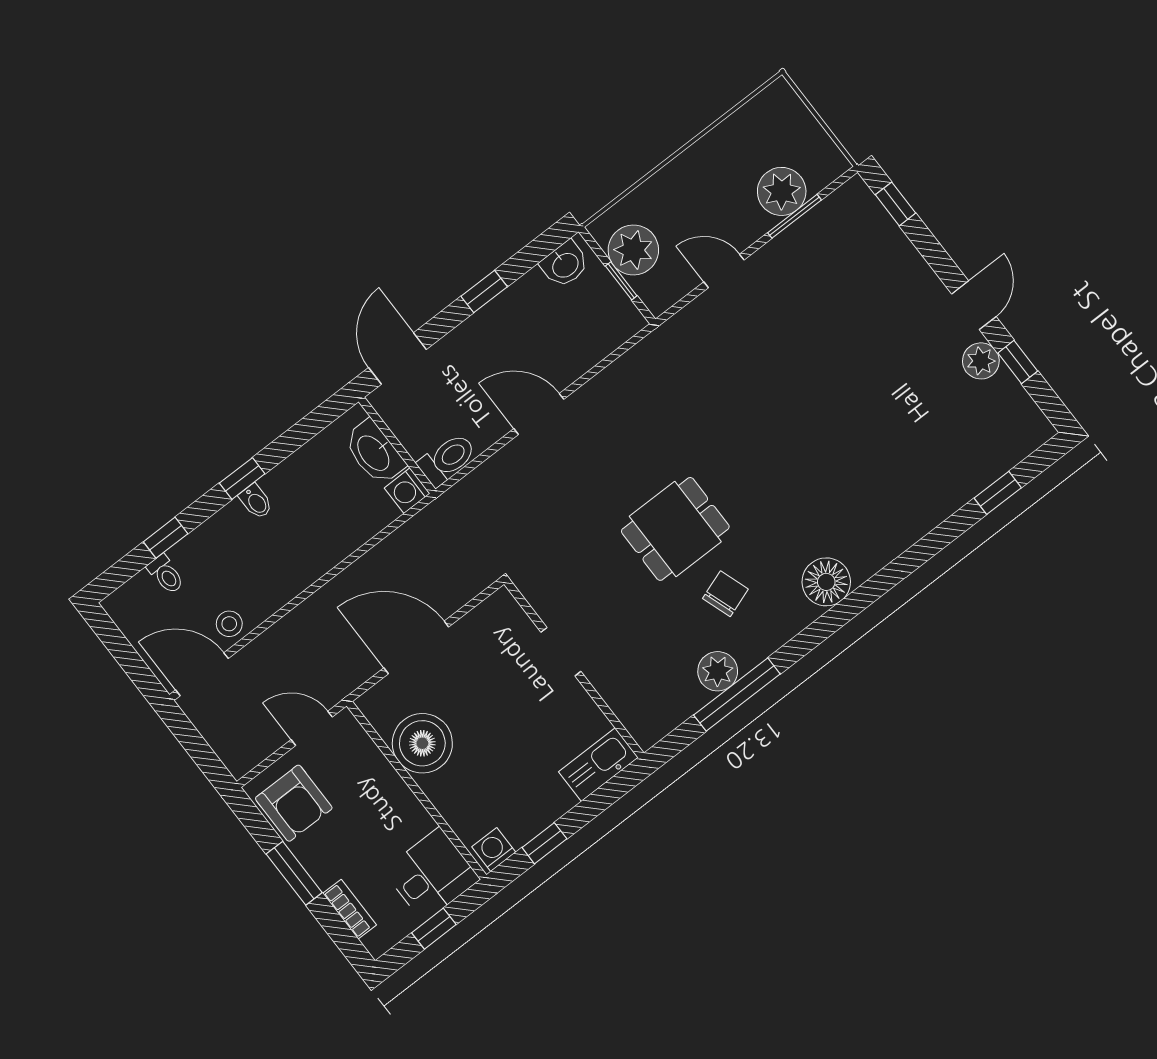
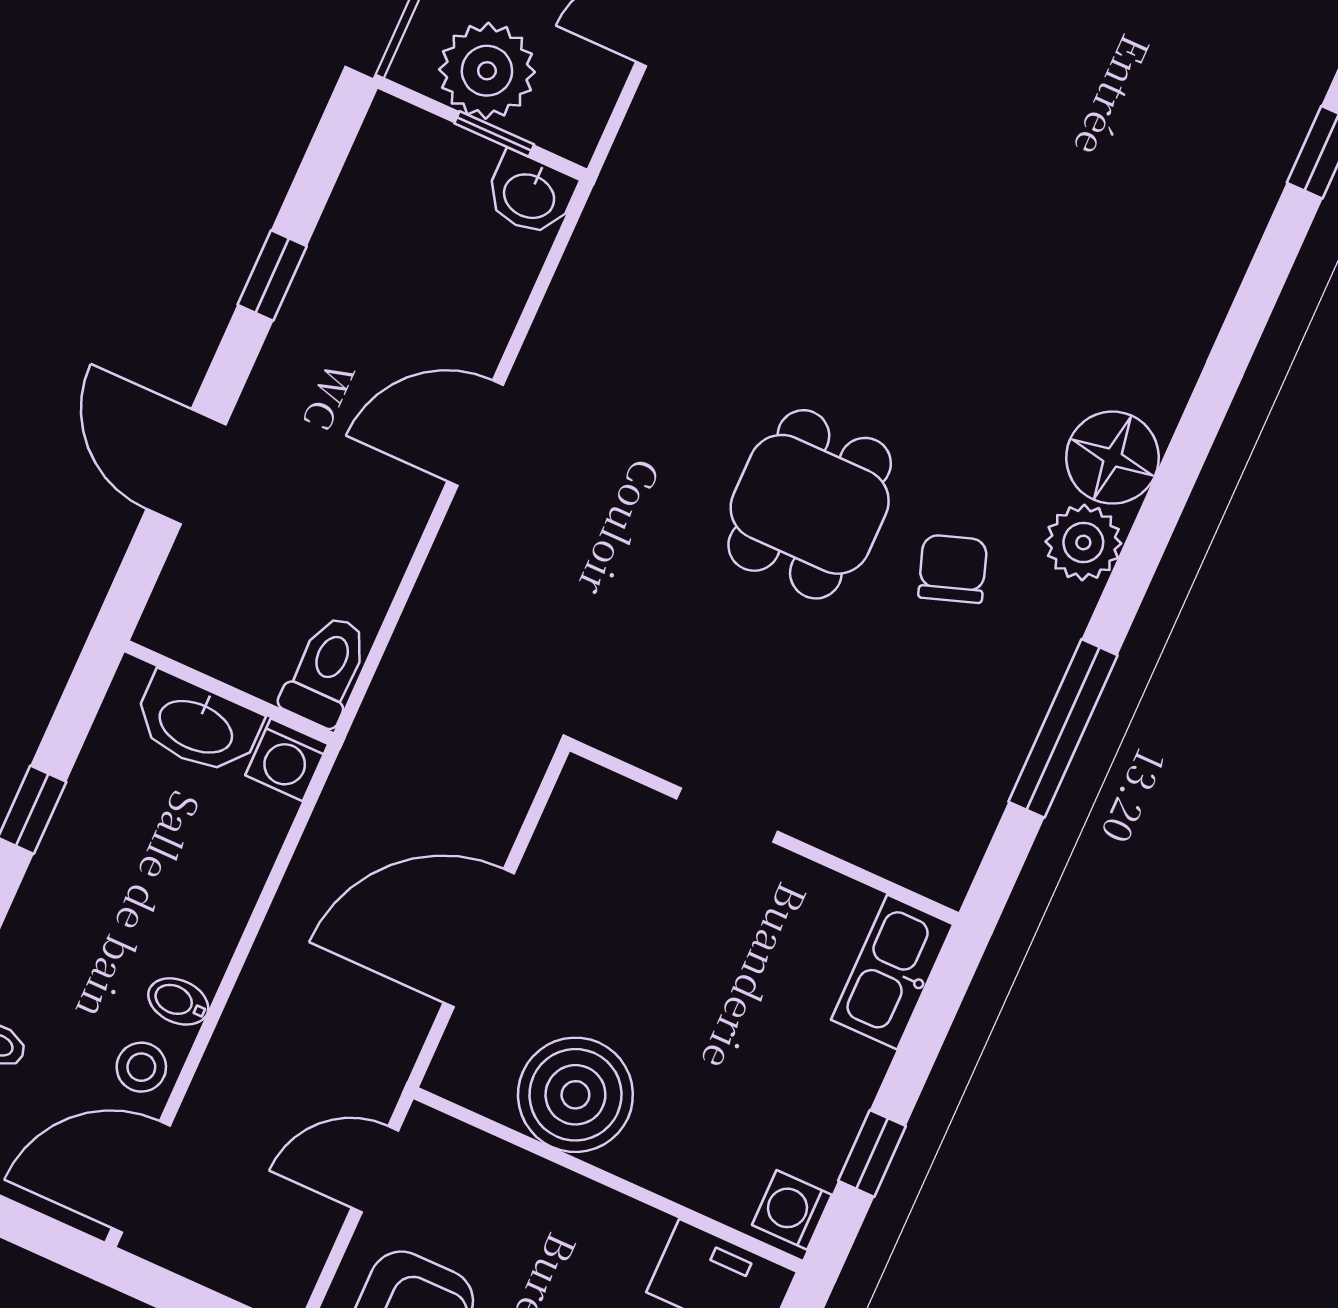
washbasin: (565, 264) -> (530, 194), moved, turned 90
wall: (397, 445) -> (229, 692), moved
washbasin: (374, 453) -> (197, 725), moved
toilet: (447, 459) -> (326, 671), moved
washing machine: (407, 491) -> (287, 760), moved
bidet: (256, 501) -> (178, 1001), moved, turned 180
plant: (718, 671) -> (1083, 542), moved

